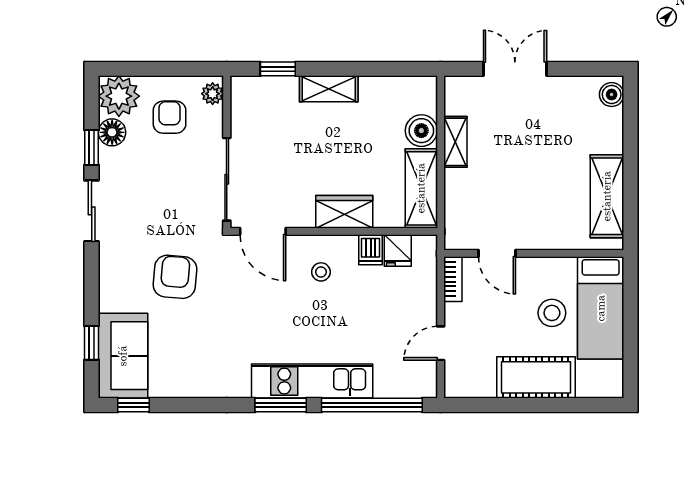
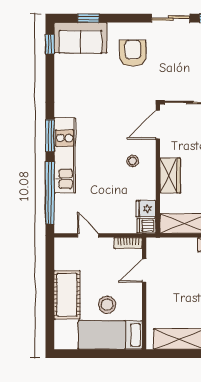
dishwasher: (371, 250) -> (146, 226), moved
armchair: (175, 277) -> (133, 53), moved, turned -95

